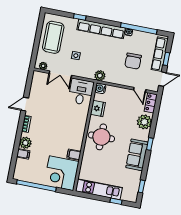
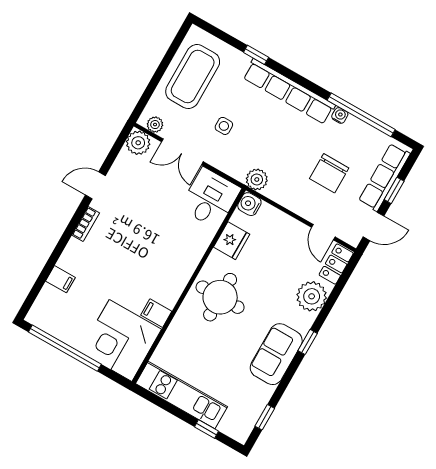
plant: (25, 143) -> (138, 143), moved

